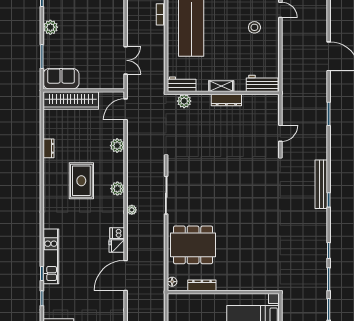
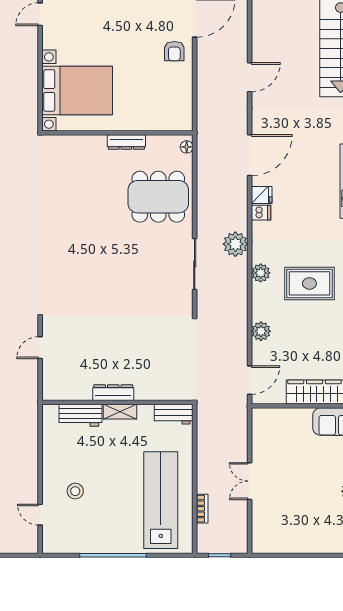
double door: (126, 60) -> (250, 481), moved
workbench: (262, 83) -> (81, 415), moved
plant: (184, 101) -> (170, 391), removed
rug: (81, 181) -> (309, 283), turned 90
plant: (132, 210) -> (235, 244), width x1.88, depth x1.88
dresser: (202, 285) -> (126, 142), moved

